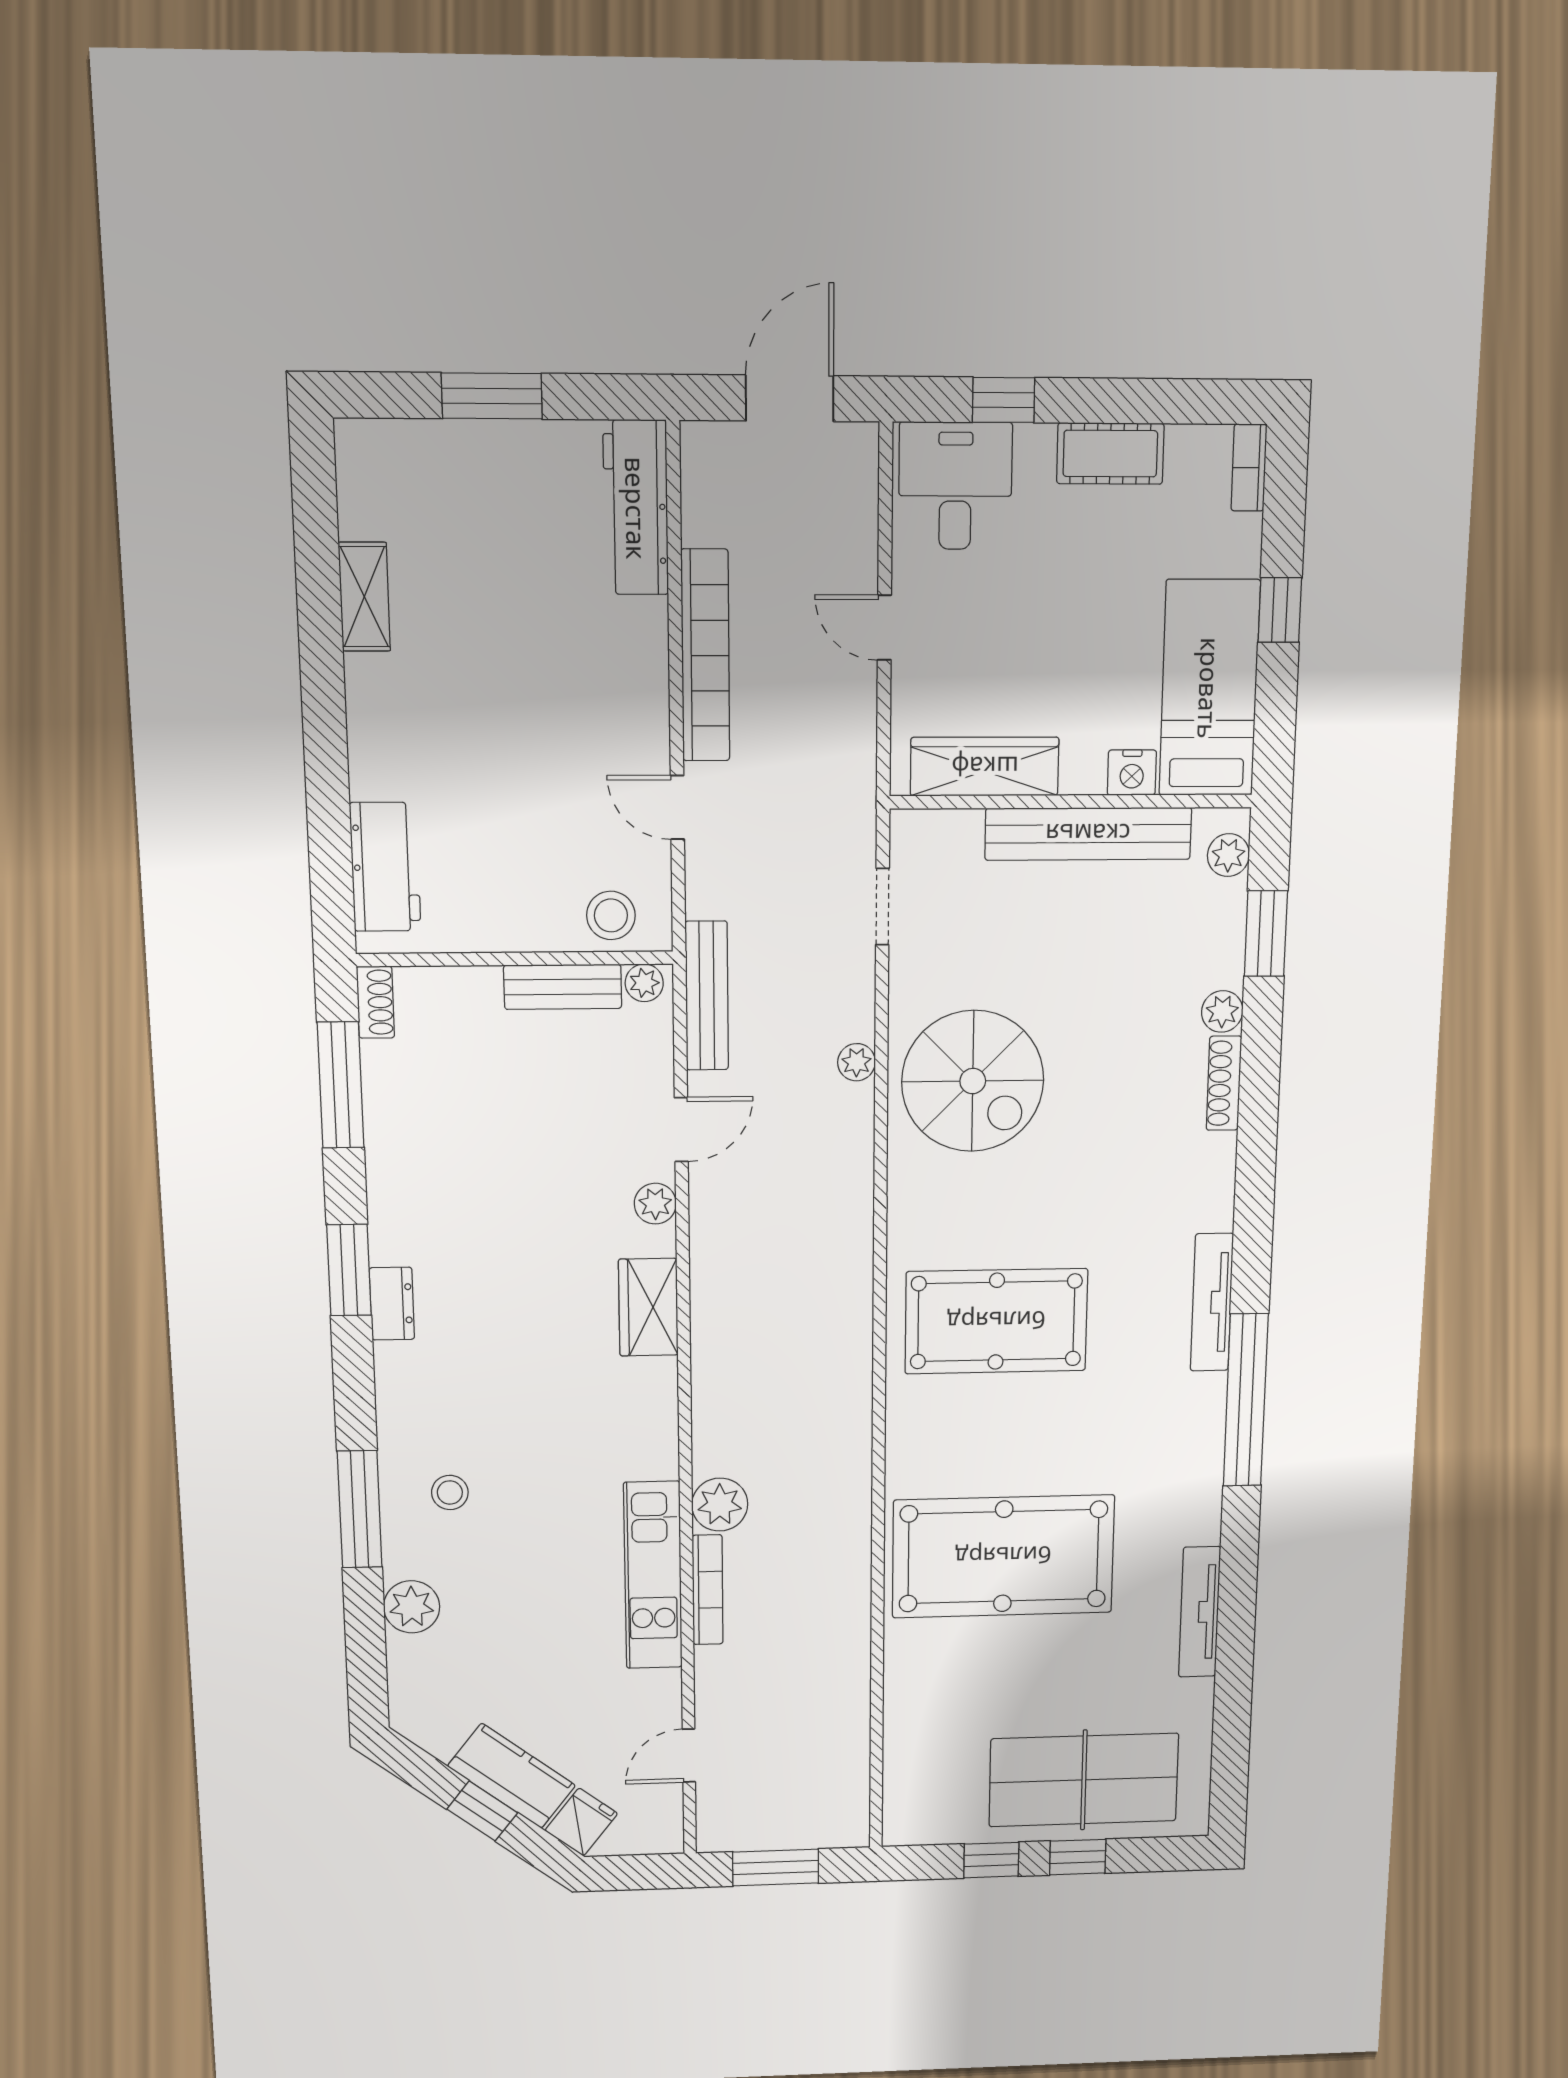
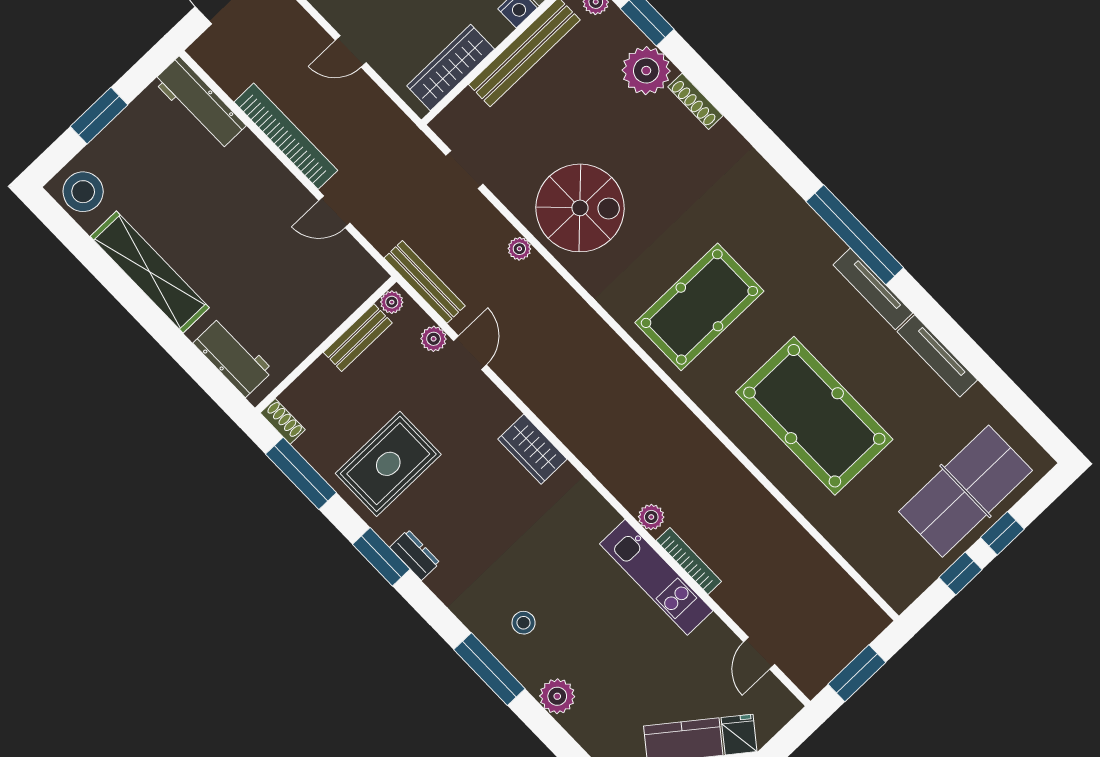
shelving: (364, 597) -> (150, 272), width x2.20, depth x1.33
stool: (611, 915) -> (83, 192), moved, width x1.38, depth x1.38
plant: (1222, 1011) -> (646, 71), width x1.87, depth x1.87
rug: (459, 1170) -> (388, 464), added
plant: (655, 1204) -> (434, 339), moved
tv unit: (1212, 1302) -> (873, 289), moved
plant: (720, 1505) -> (651, 517), width x0.73, depth x0.73
pool table: (1003, 1556) -> (814, 416), turned 90

